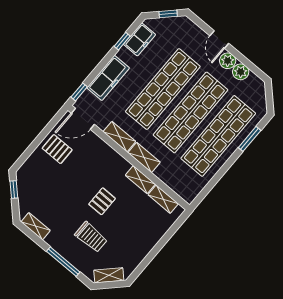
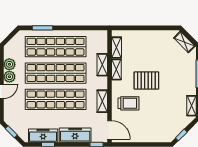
freezer: (140, 39) -> (43, 136), width x1.40
pallet: (57, 149) -> (138, 130), removed
shelving: (144, 157) -> (102, 65), moved
pallet: (102, 201) -> (146, 80), width x1.50, depth x1.42
trolley: (91, 237) -> (128, 103), moved, turned 90

